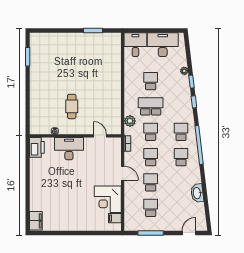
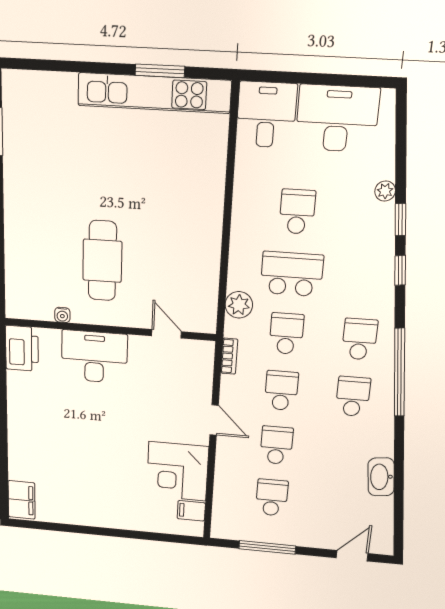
kitchen unit: (91, 39) -> (154, 93), added
cafe table: (72, 106) -> (102, 261), width x1.37, depth x1.35

